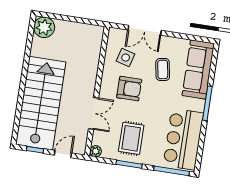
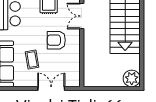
side table: (126, 58) -> (63, 64), removed

